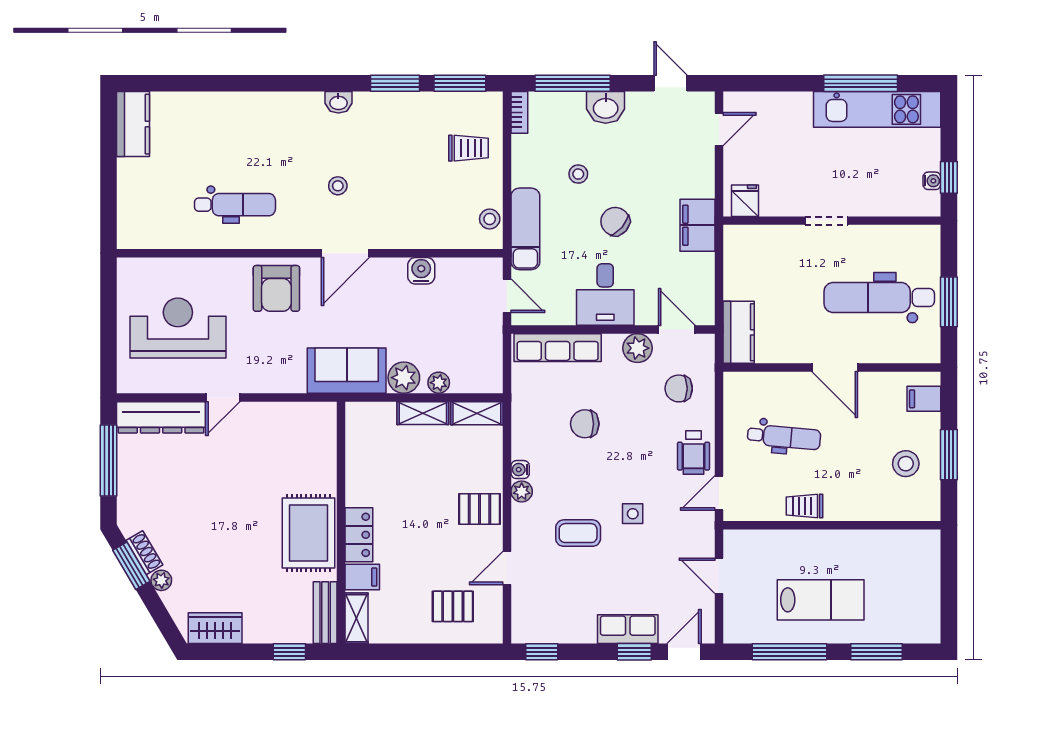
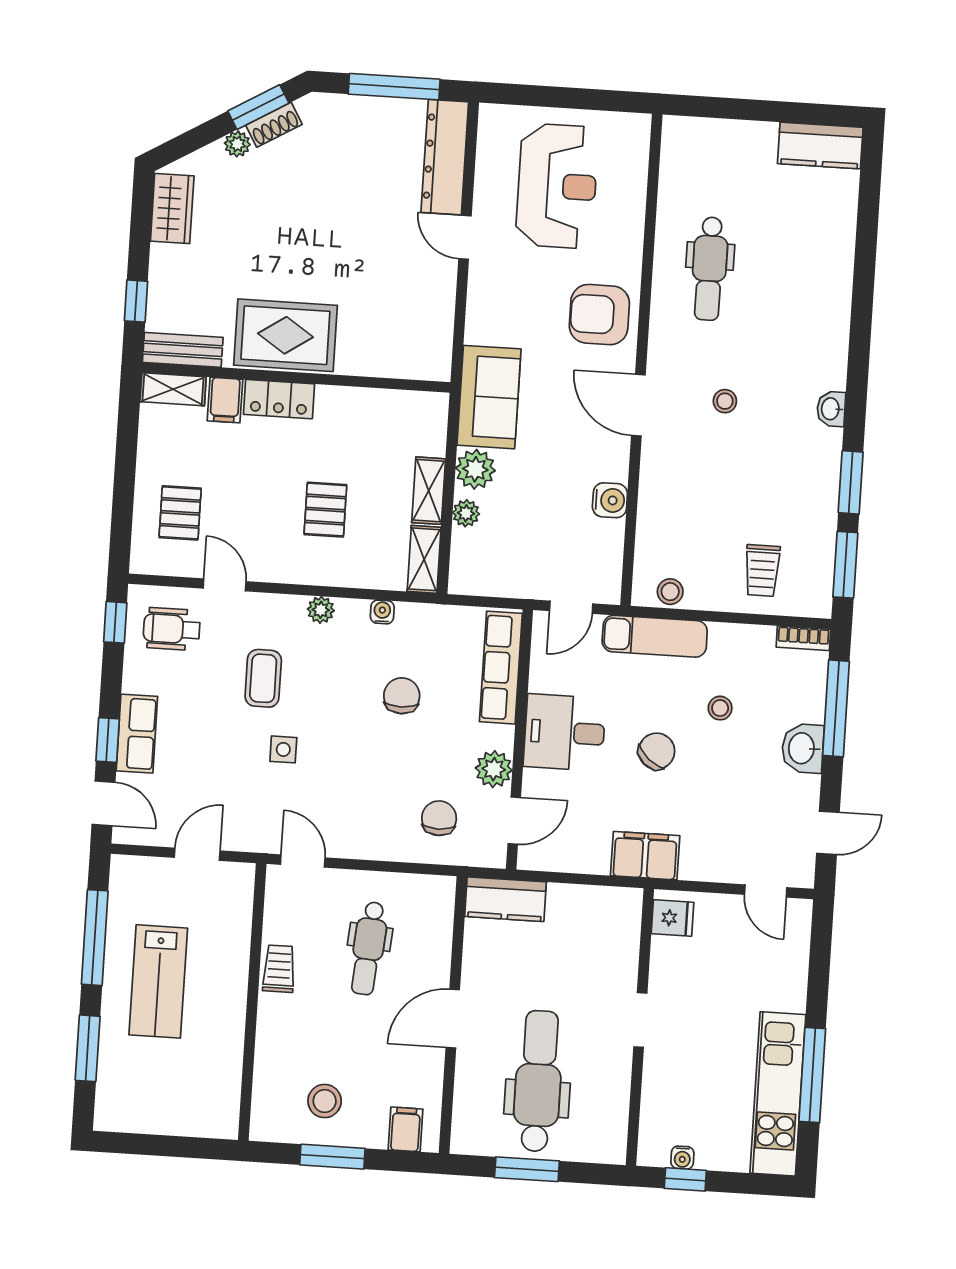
wheelchair: (693, 453) -> (172, 629), moved
water cooler: (520, 470) -> (382, 612), moved
pallet: (480, 509) -> (325, 510), moved

